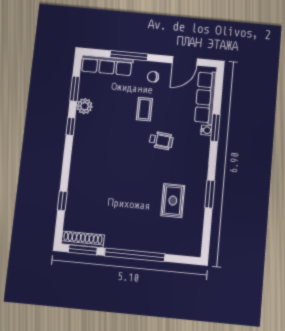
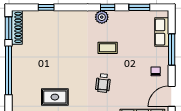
door: (185, 61) -> (172, 96), hinge flipped
row of seats: (107, 65) -> (162, 32), width x0.68
plant: (84, 106) -> (102, 17), moved
coffee table: (144, 109) -> (108, 48), moved

